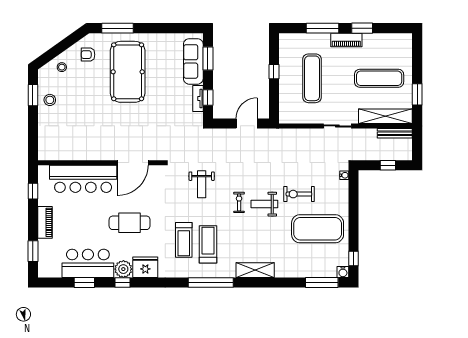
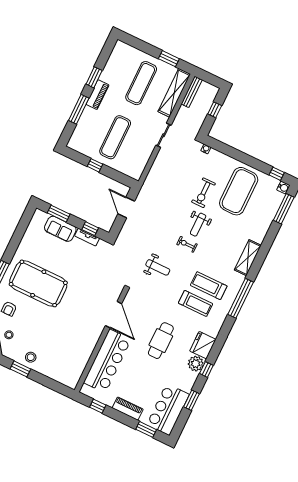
sofa: (193, 61) -> (60, 229), width x0.73
exercise mat: (312, 78) -> (115, 137), turned 90
bar counter: (88, 263) -> (168, 410), moved

